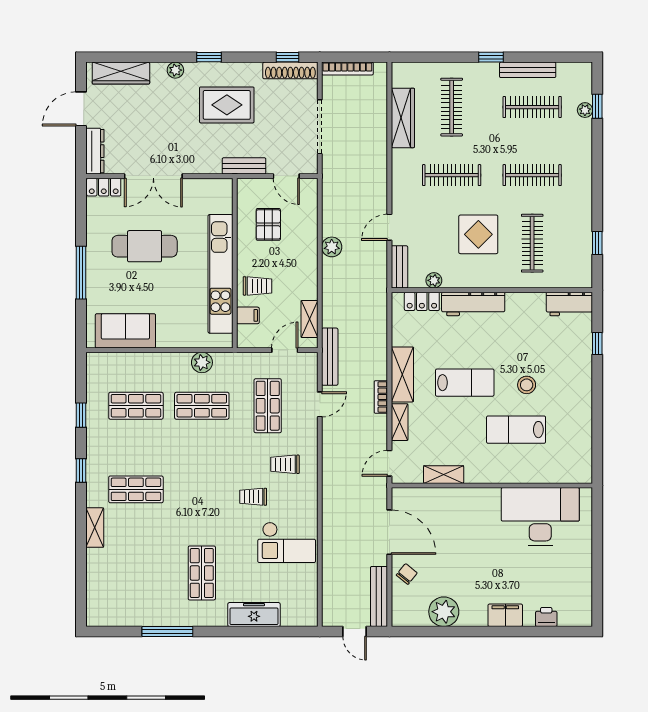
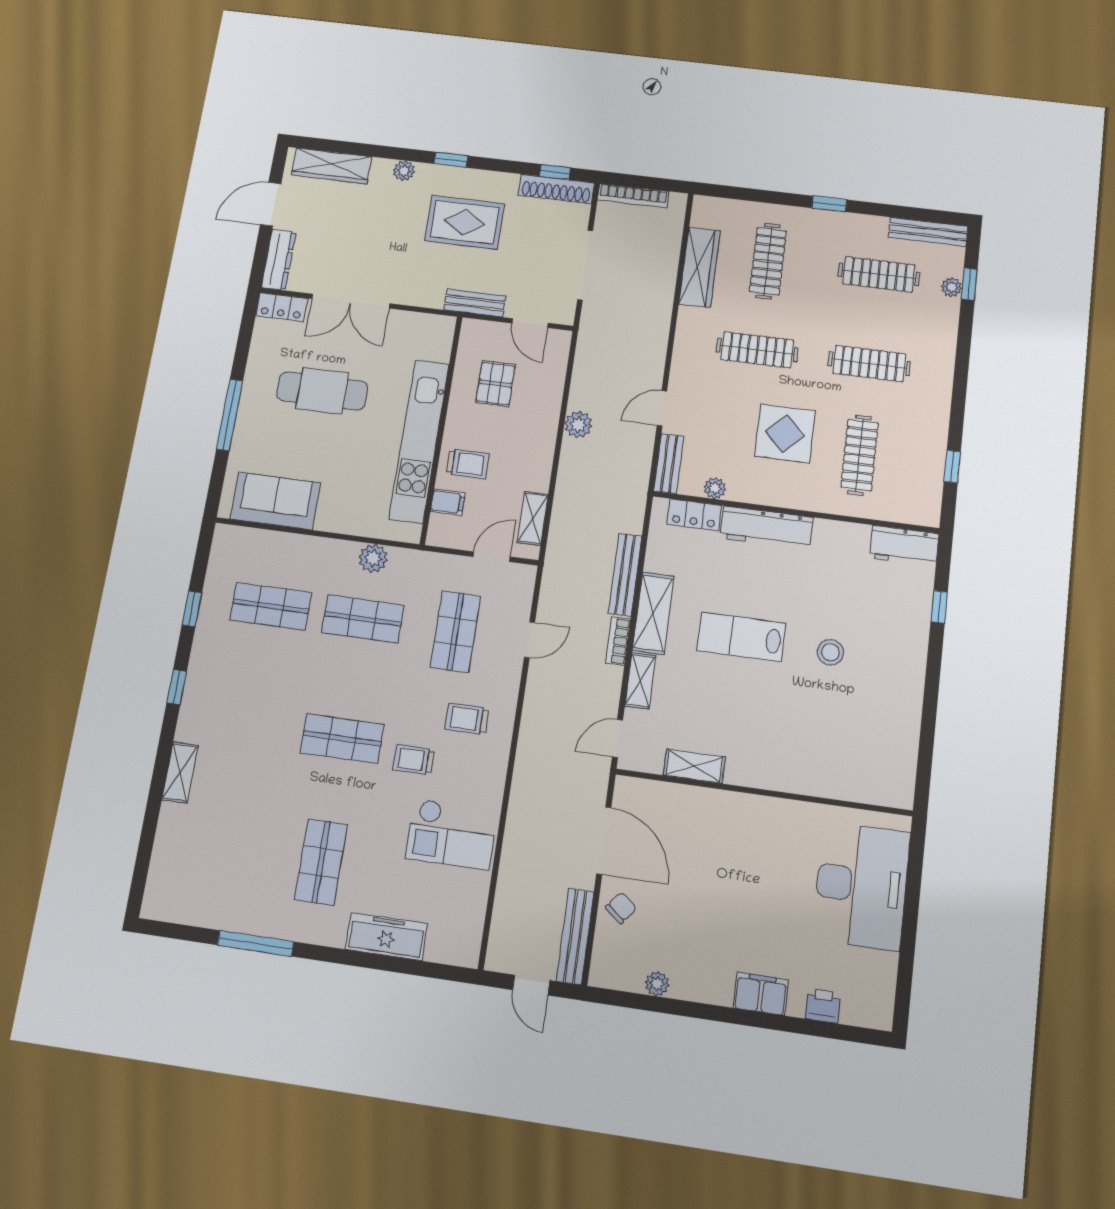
bench: (528, 70) -> (928, 232), moved
bench: (330, 357) -> (625, 575), moved
lab bench: (465, 383) -> (741, 637), turned 180
lab bench: (516, 430) -> (808, 715), removed
shop shelf: (136, 489) -> (342, 738), moved
desk: (540, 517) -> (861, 886), moved, turned 90
plant: (444, 612) -> (657, 984), width x0.53, depth x0.53

